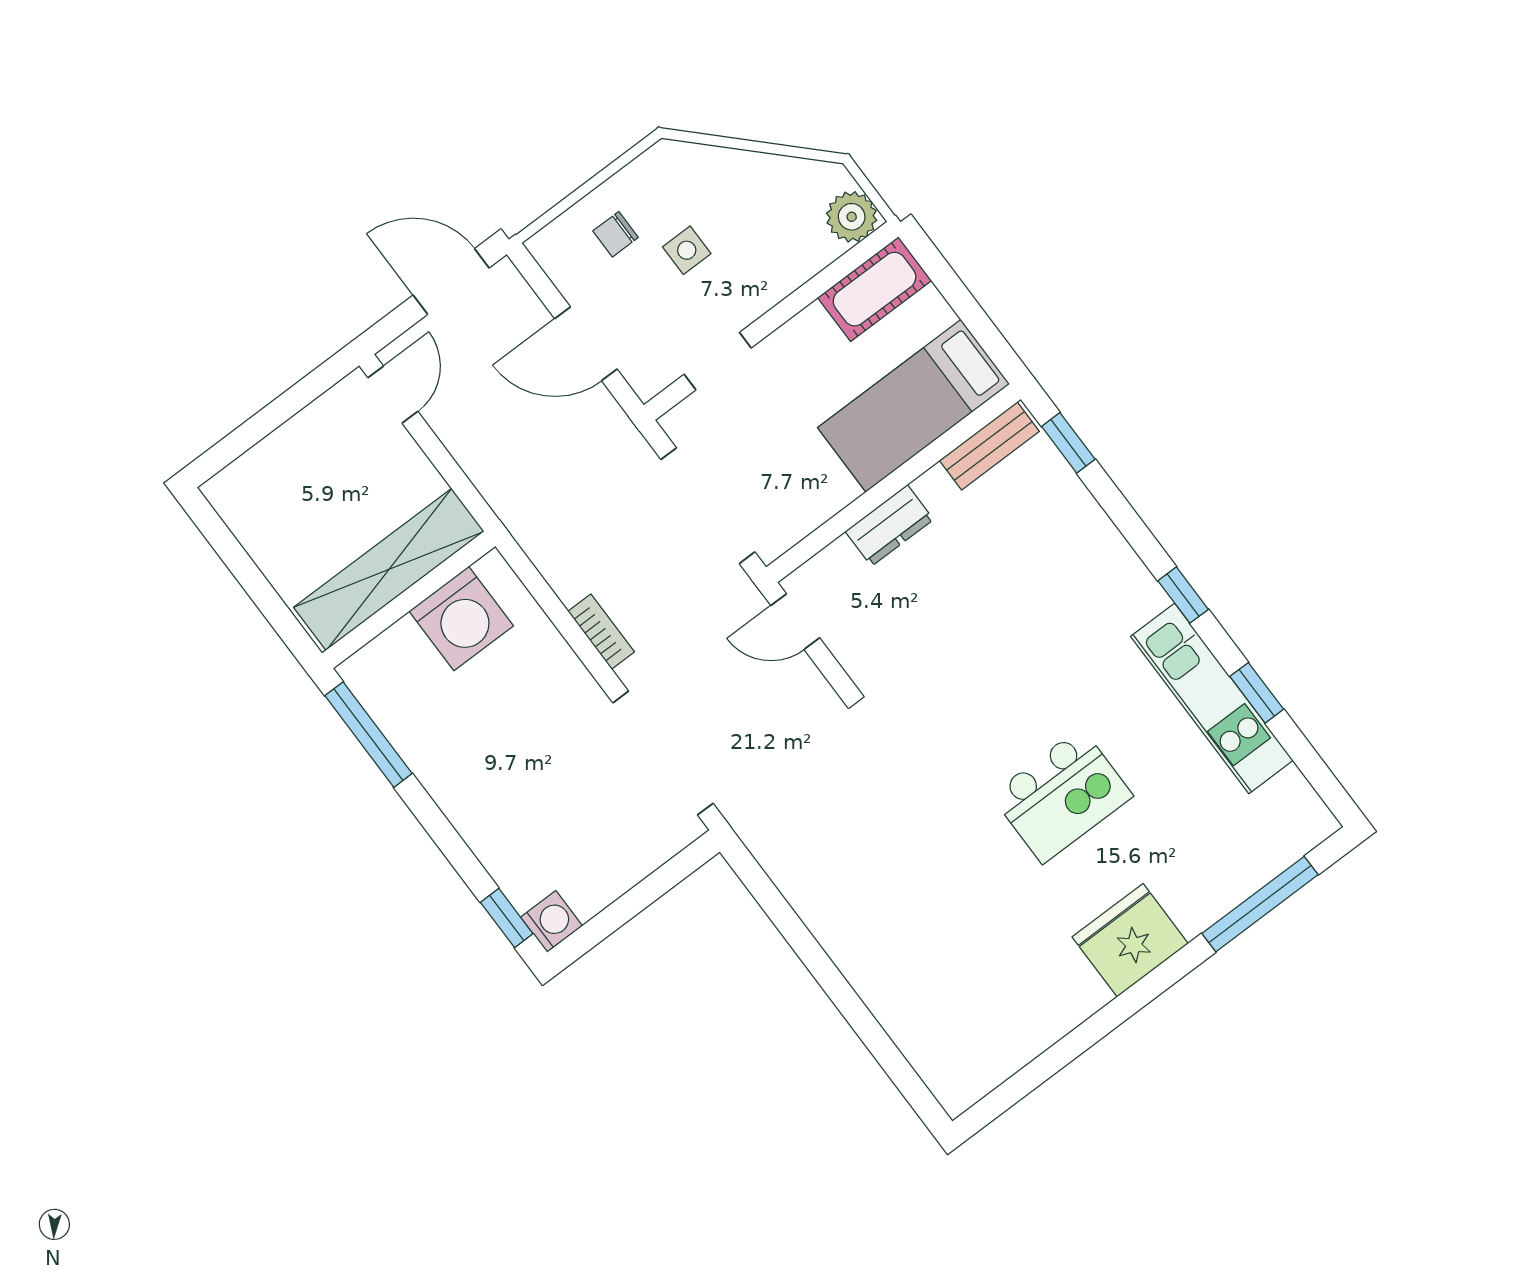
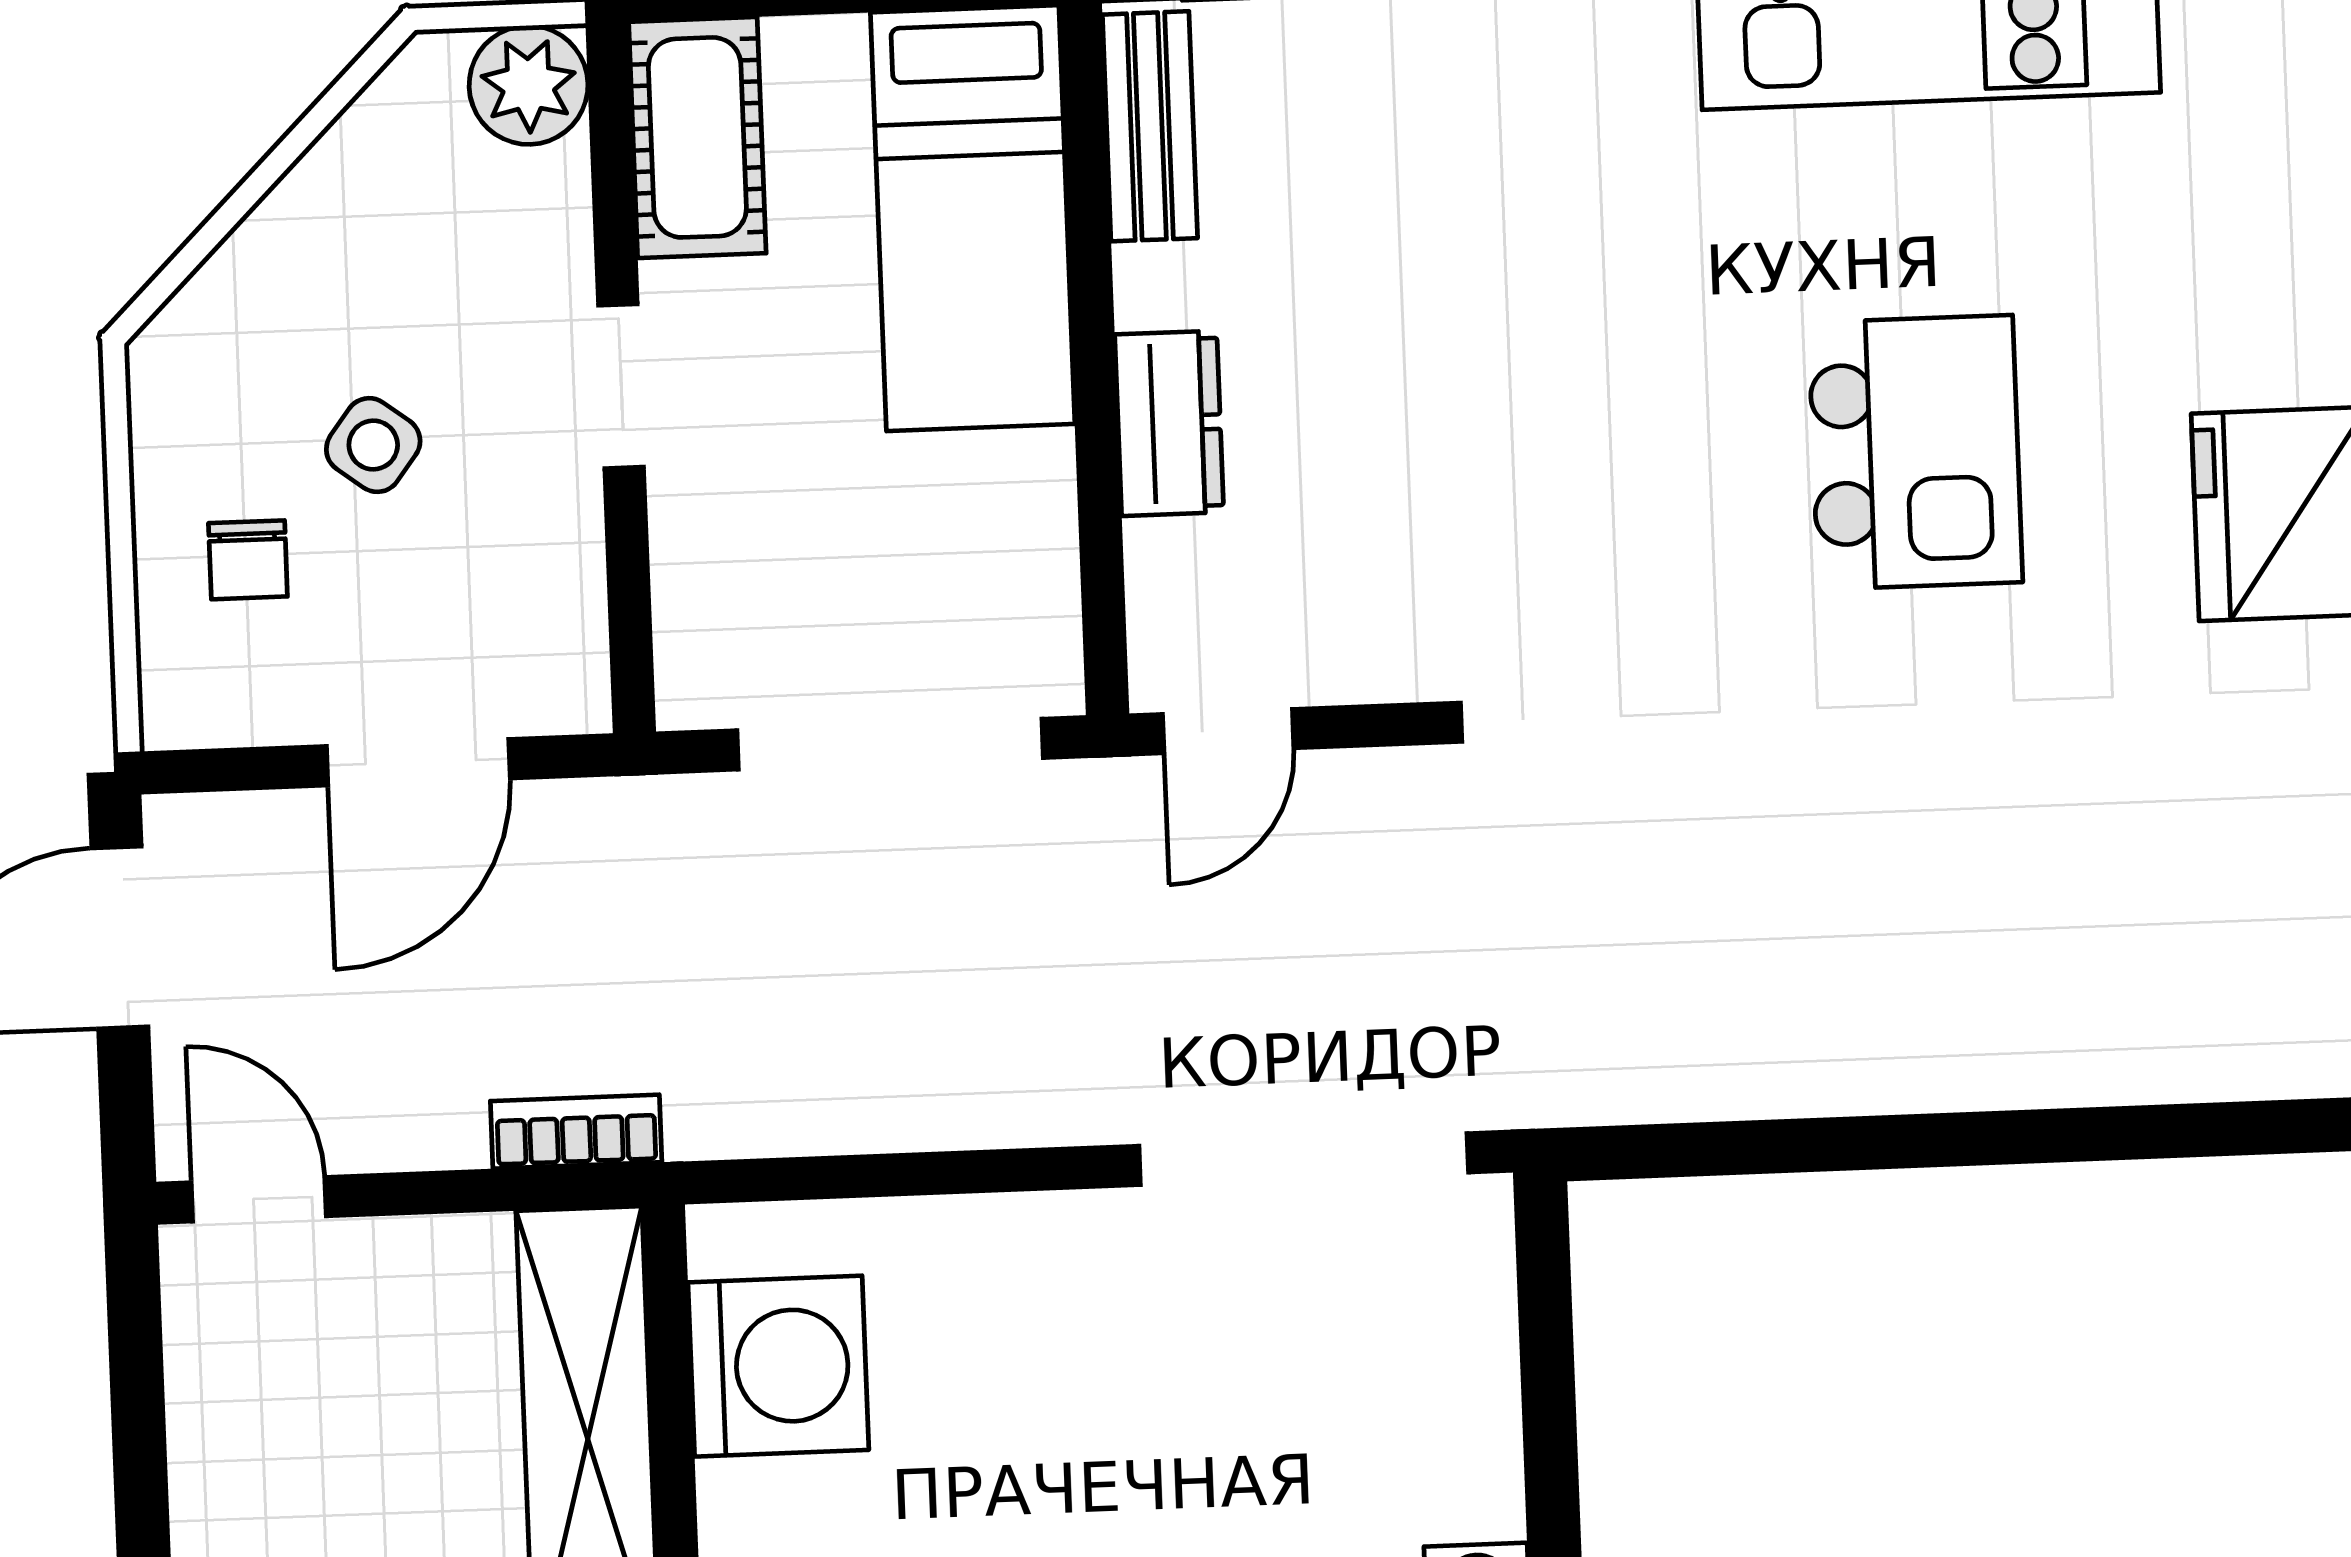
side table: (687, 250) -> (373, 445), turned 37
doorway: (718, 361) -> (621, 386), moved
bookcase: (601, 632) -> (576, 1132), moved

